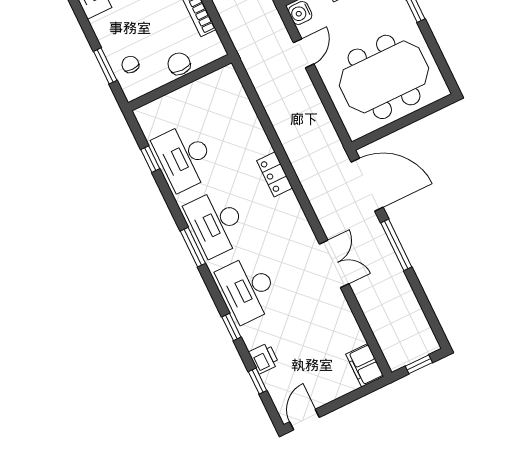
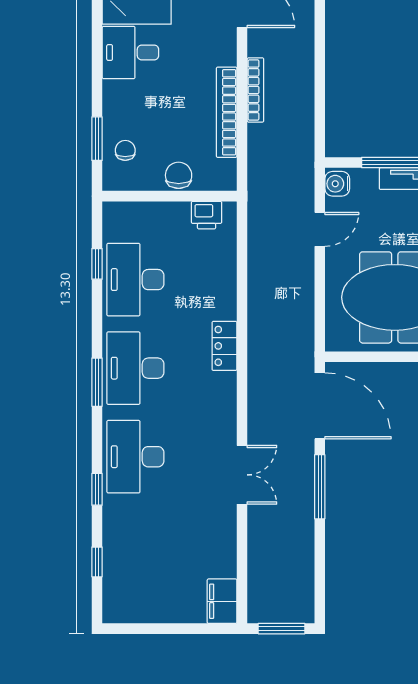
printer: (264, 358) -> (207, 215), moved, turned 90
window: (419, 364) -> (282, 629), width x1.50
door: (305, 420) -> (128, 629), removed

